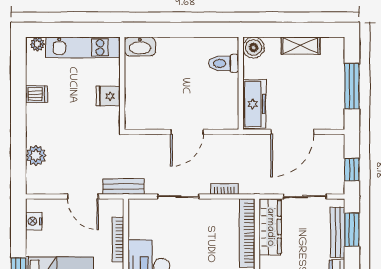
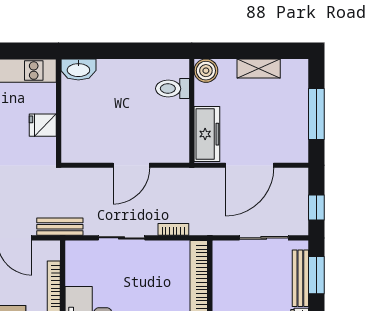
wardrobe: (270, 227) -> (225, 272), removed

